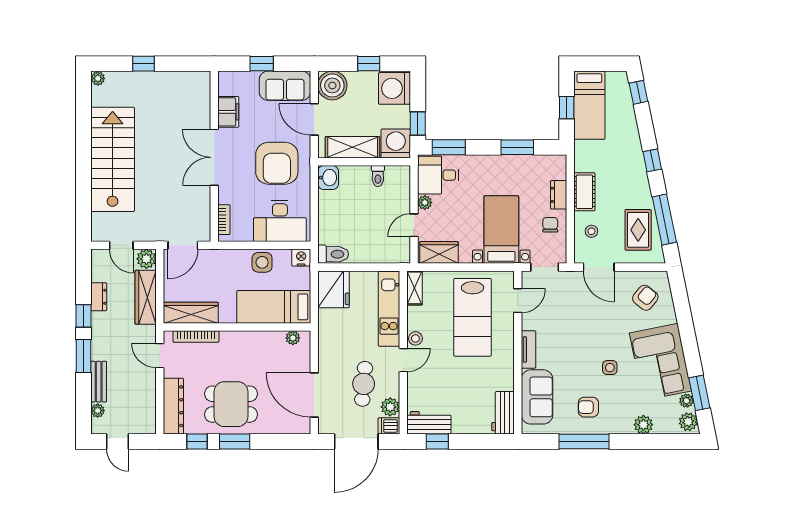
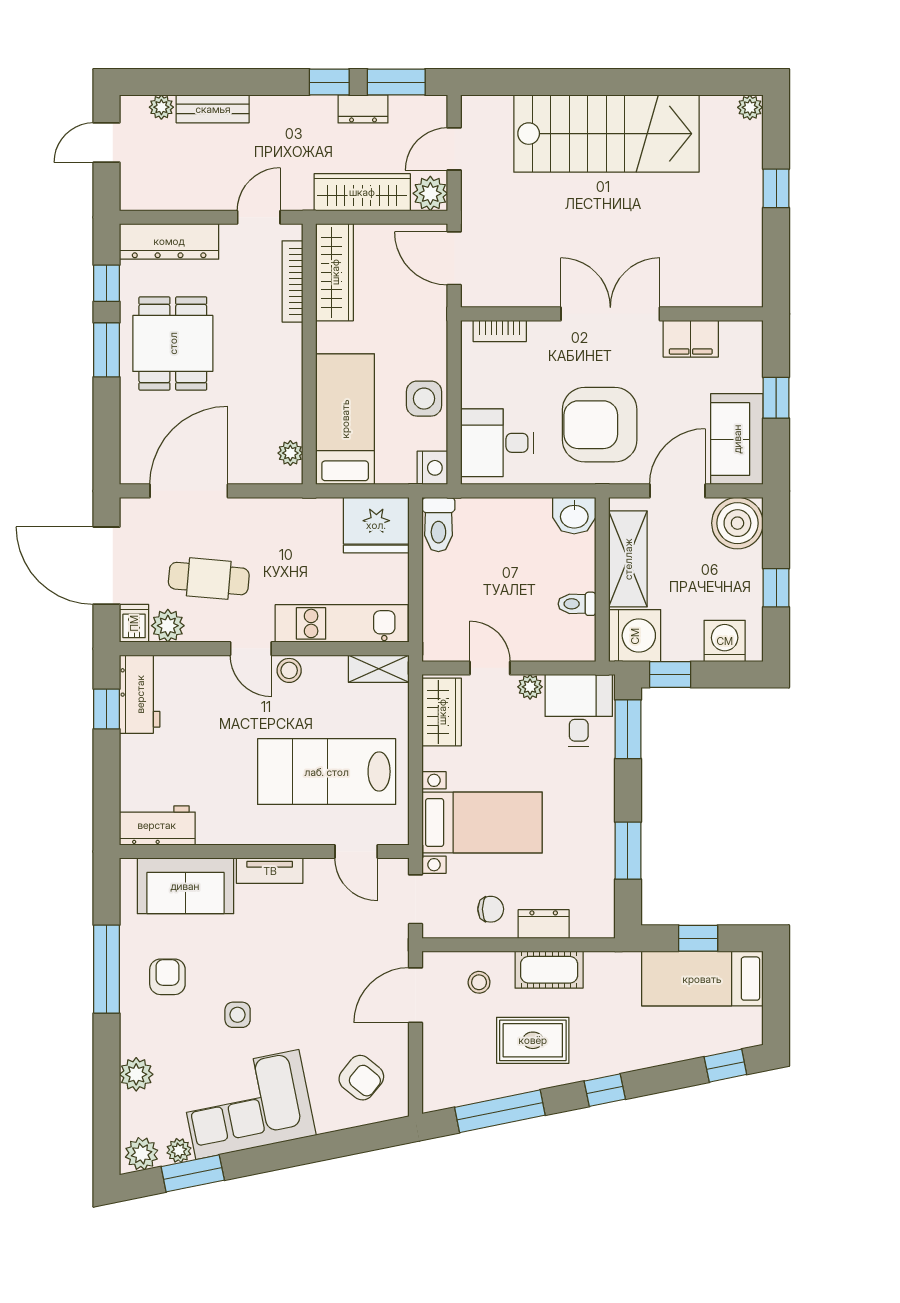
washing machine: (395, 88) -> (725, 641), width x0.73, depth x0.73
desk: (280, 221) -> (497, 443), width x0.73
rug: (638, 230) -> (533, 1040), moved
window: (84, 356) -> (396, 82), moved

